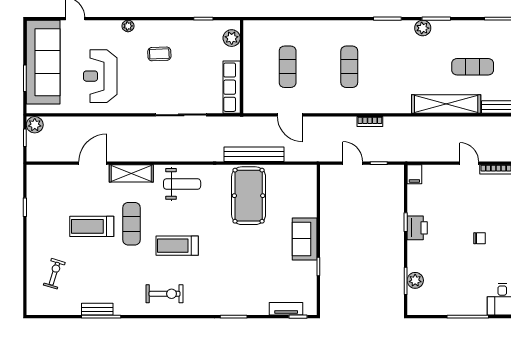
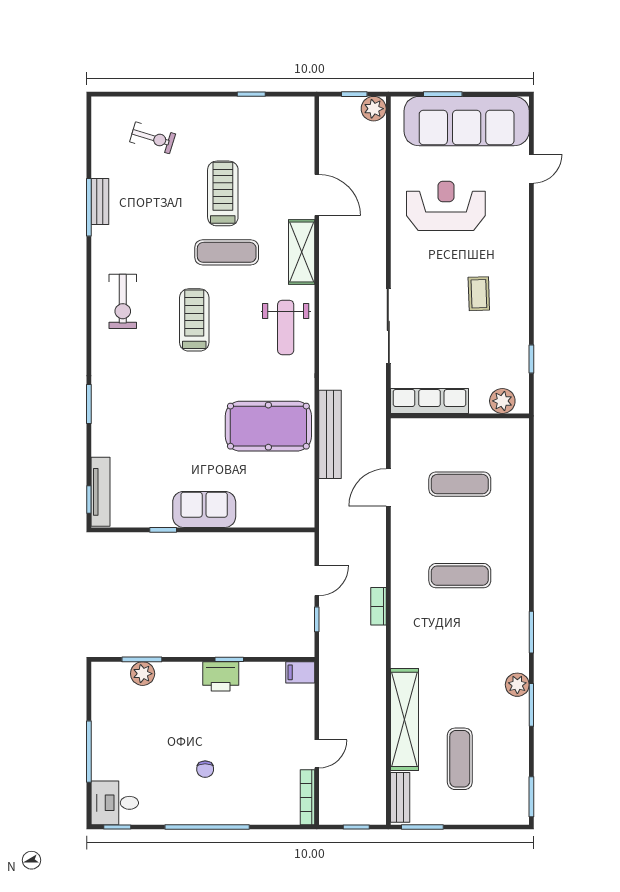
plant: (128, 26) -> (520, 247), removed
tv unit: (286, 309) -> (100, 492), width x1.41

